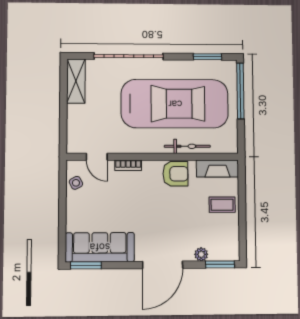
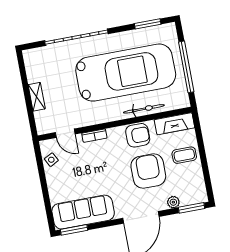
shelving: (76, 81) -> (37, 97), moved, width x0.67, depth x0.75
window: (240, 91) -> (186, 67), moved
armchair: (180, 215) -> (148, 171), added

